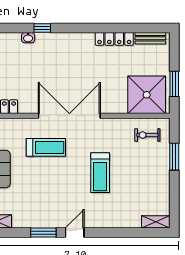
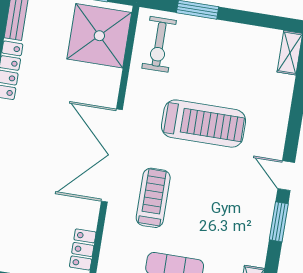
exercise bike: (147, 135) -> (159, 44), width x1.38, depth x1.39
treadmill: (100, 173) -> (204, 124), width x1.37, depth x1.38

